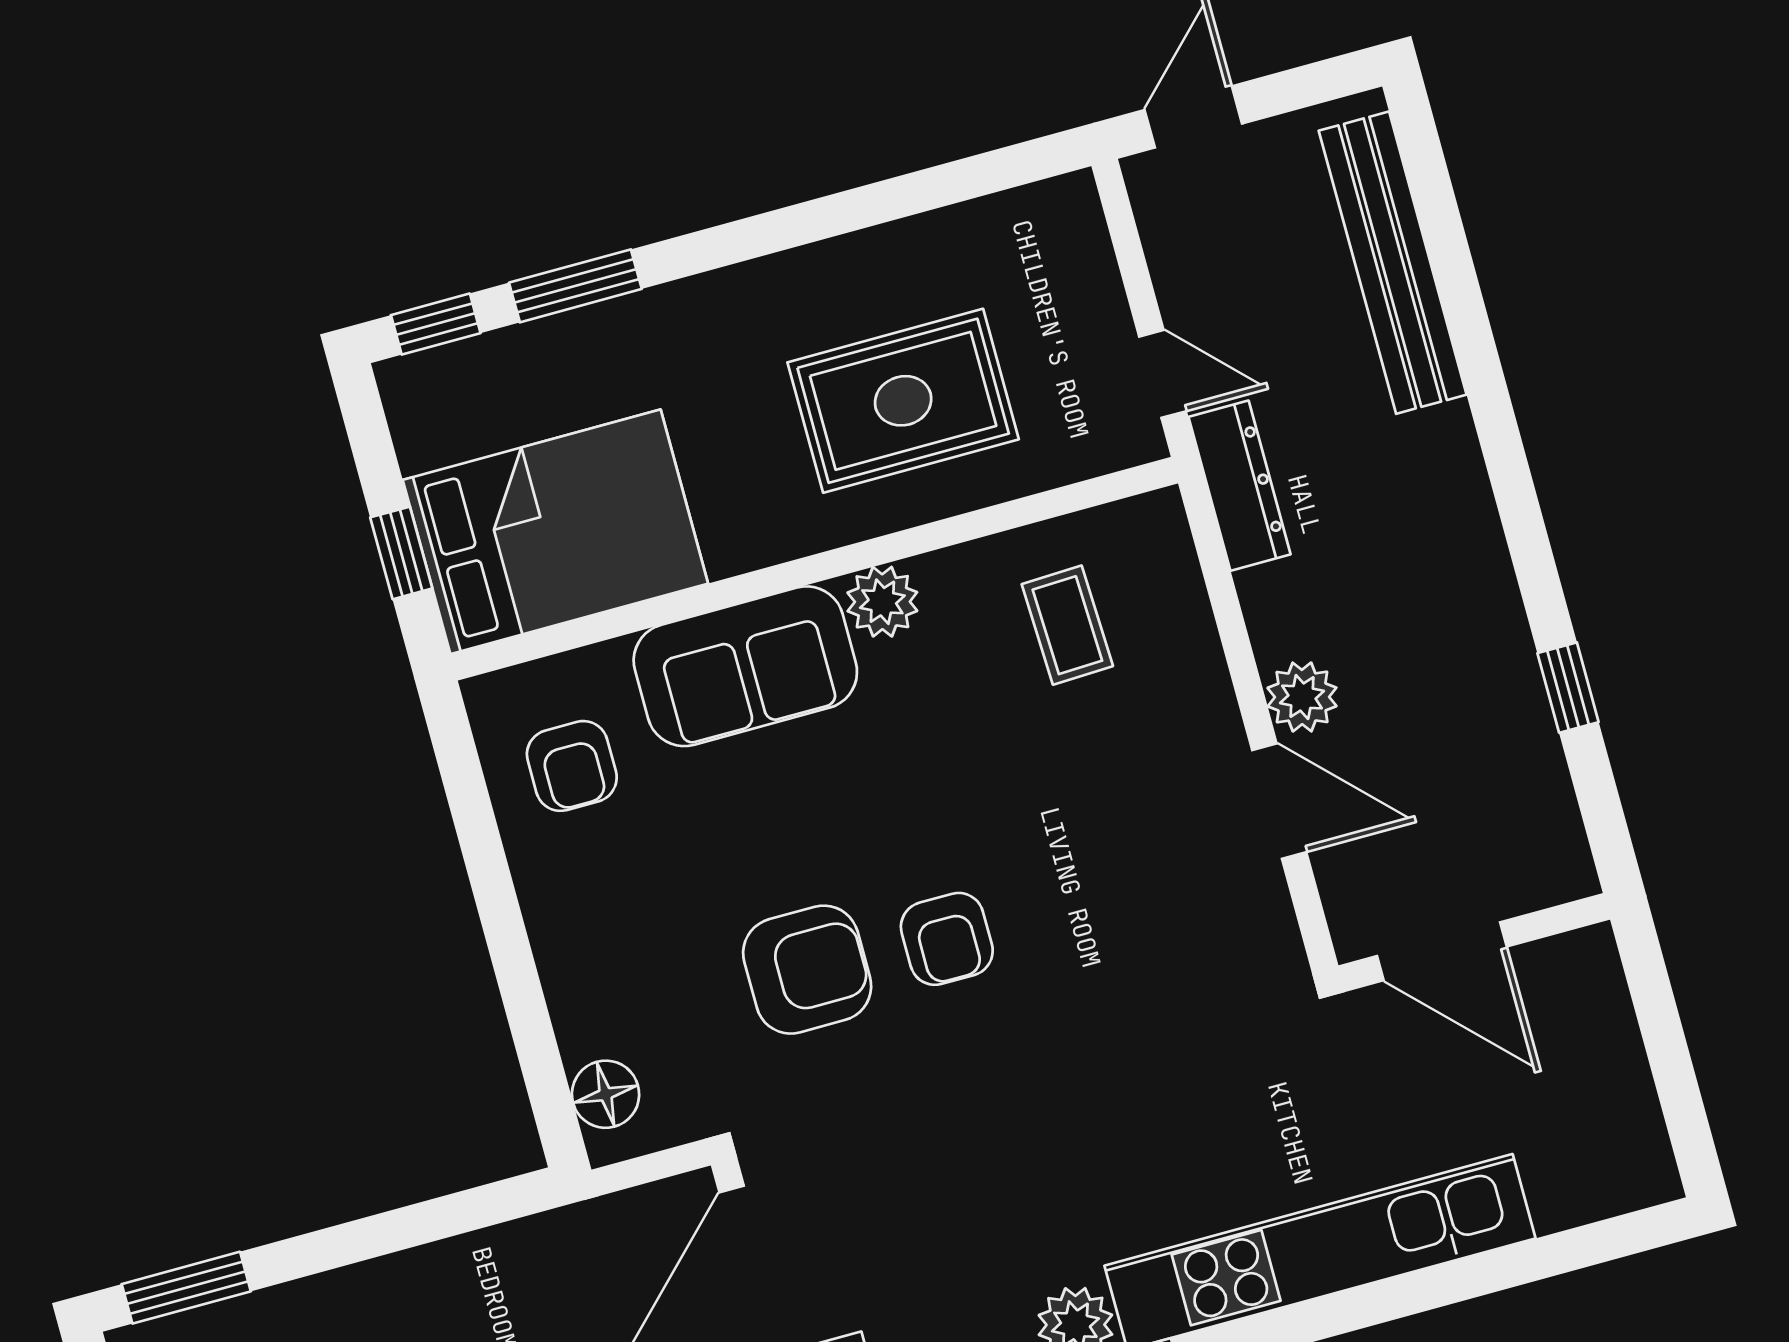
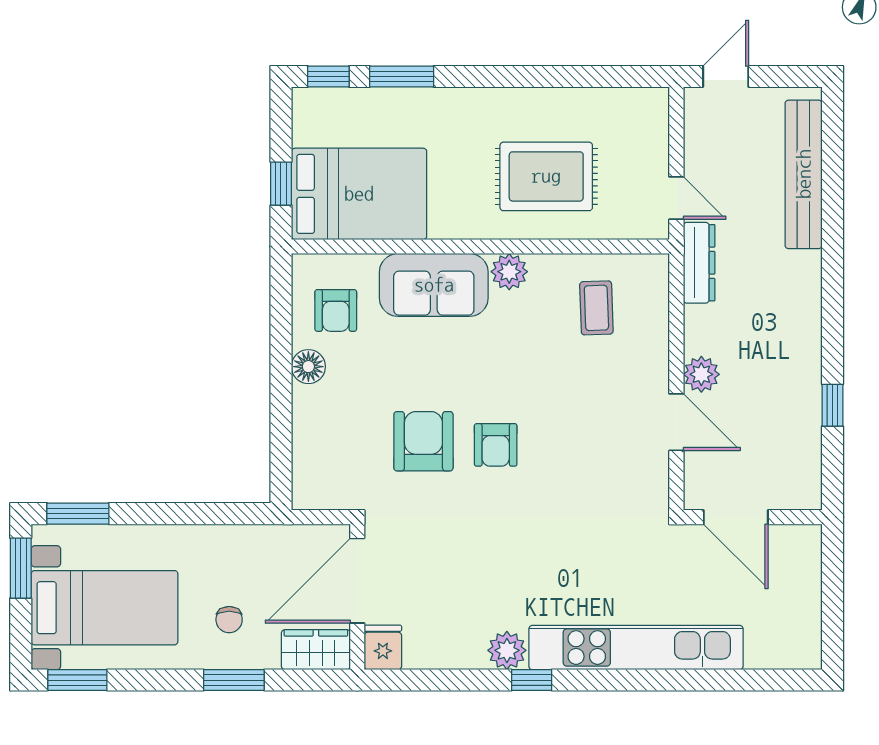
armchair: (807, 970) -> (423, 441), turned -90
floor lamp: (606, 1094) -> (308, 367), moved

